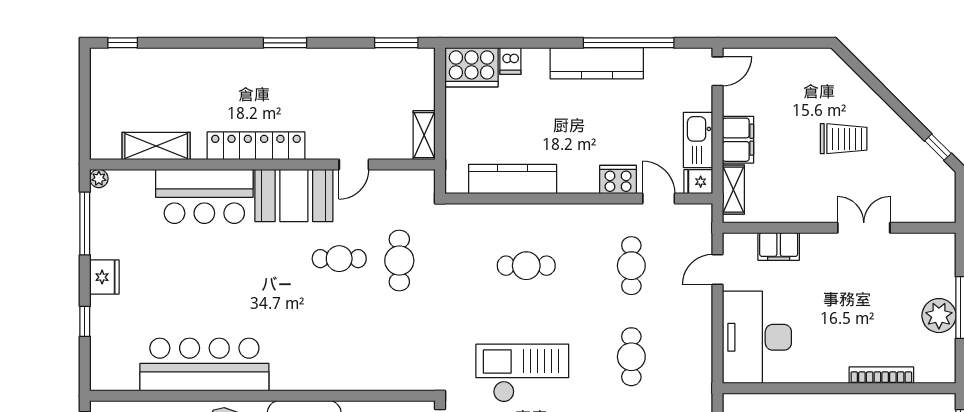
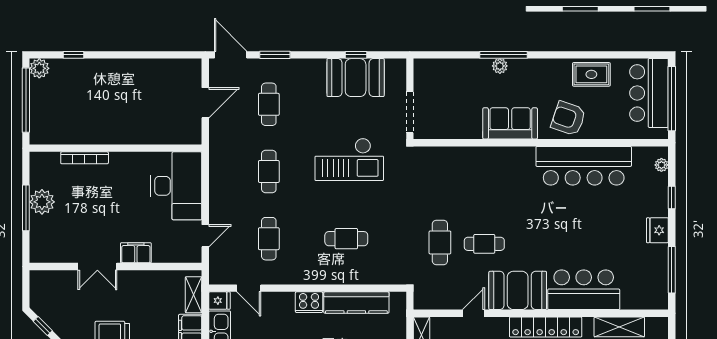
plant: (99, 179) -> (661, 165), moved
cooker: (618, 180) -> (309, 302), moved
filing cabinet: (779, 246) -> (136, 253), moved

